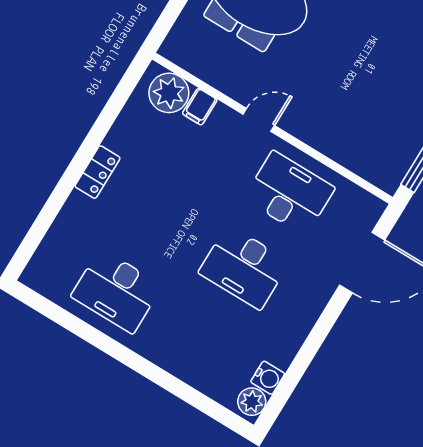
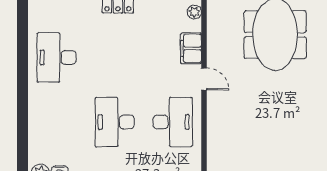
plant: (169, 93) -> (194, 12), width x0.53, depth x0.53
filing cabinet: (200, 107) -> (191, 48), width x2.00

